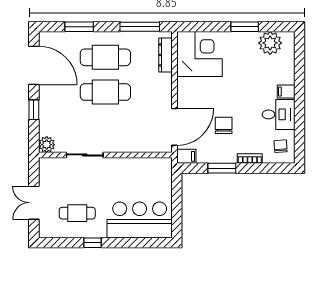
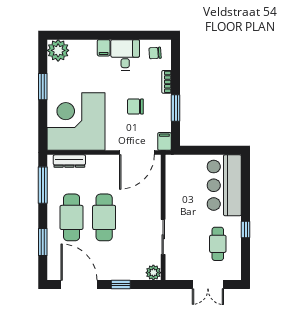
plant: (270, 43) -> (58, 50), moved
corner desk: (199, 54) -> (76, 122), width x1.36, depth x1.36
door: (34, 65) -> (79, 285), hinge flipped
door: (174, 127) -> (137, 153), swing flipped

